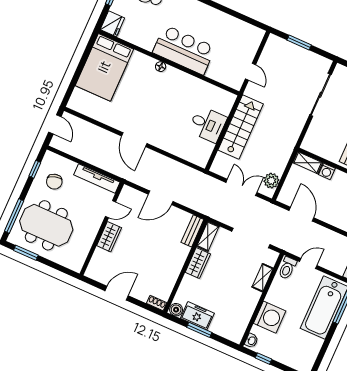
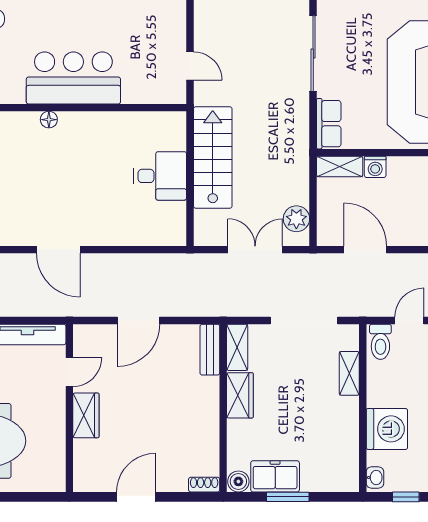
row of seats: (312, 137) -> (329, 124), added

